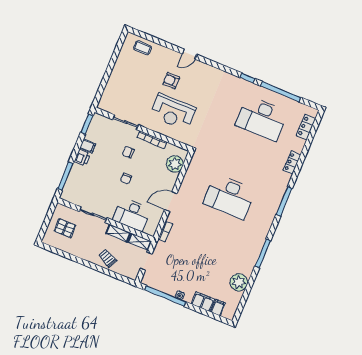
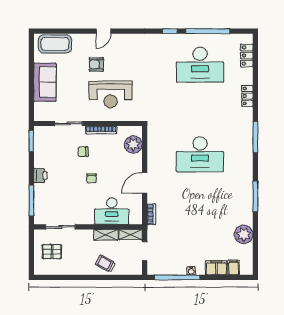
coffee table: (142, 48) -> (55, 44), width x1.86, depth x1.72
sofa: (120, 78) -> (45, 82), added
filing cabinet: (88, 146) -> (41, 162), removed
sliding door: (93, 215) -> (60, 227), moved

